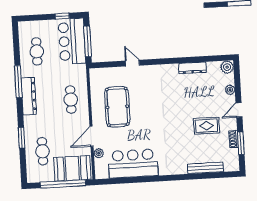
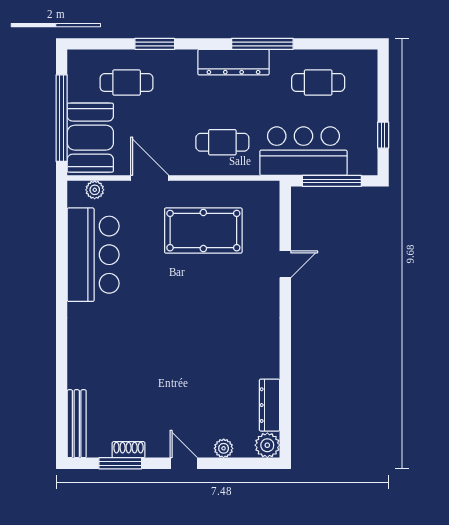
bar counter: (72, 41) -> (303, 151), moved
dresser: (192, 68) -> (270, 405), moved
rug: (206, 126) -> (157, 399), removed
plant: (99, 153) -> (95, 190), moved
bench: (205, 168) -> (77, 424), moved

